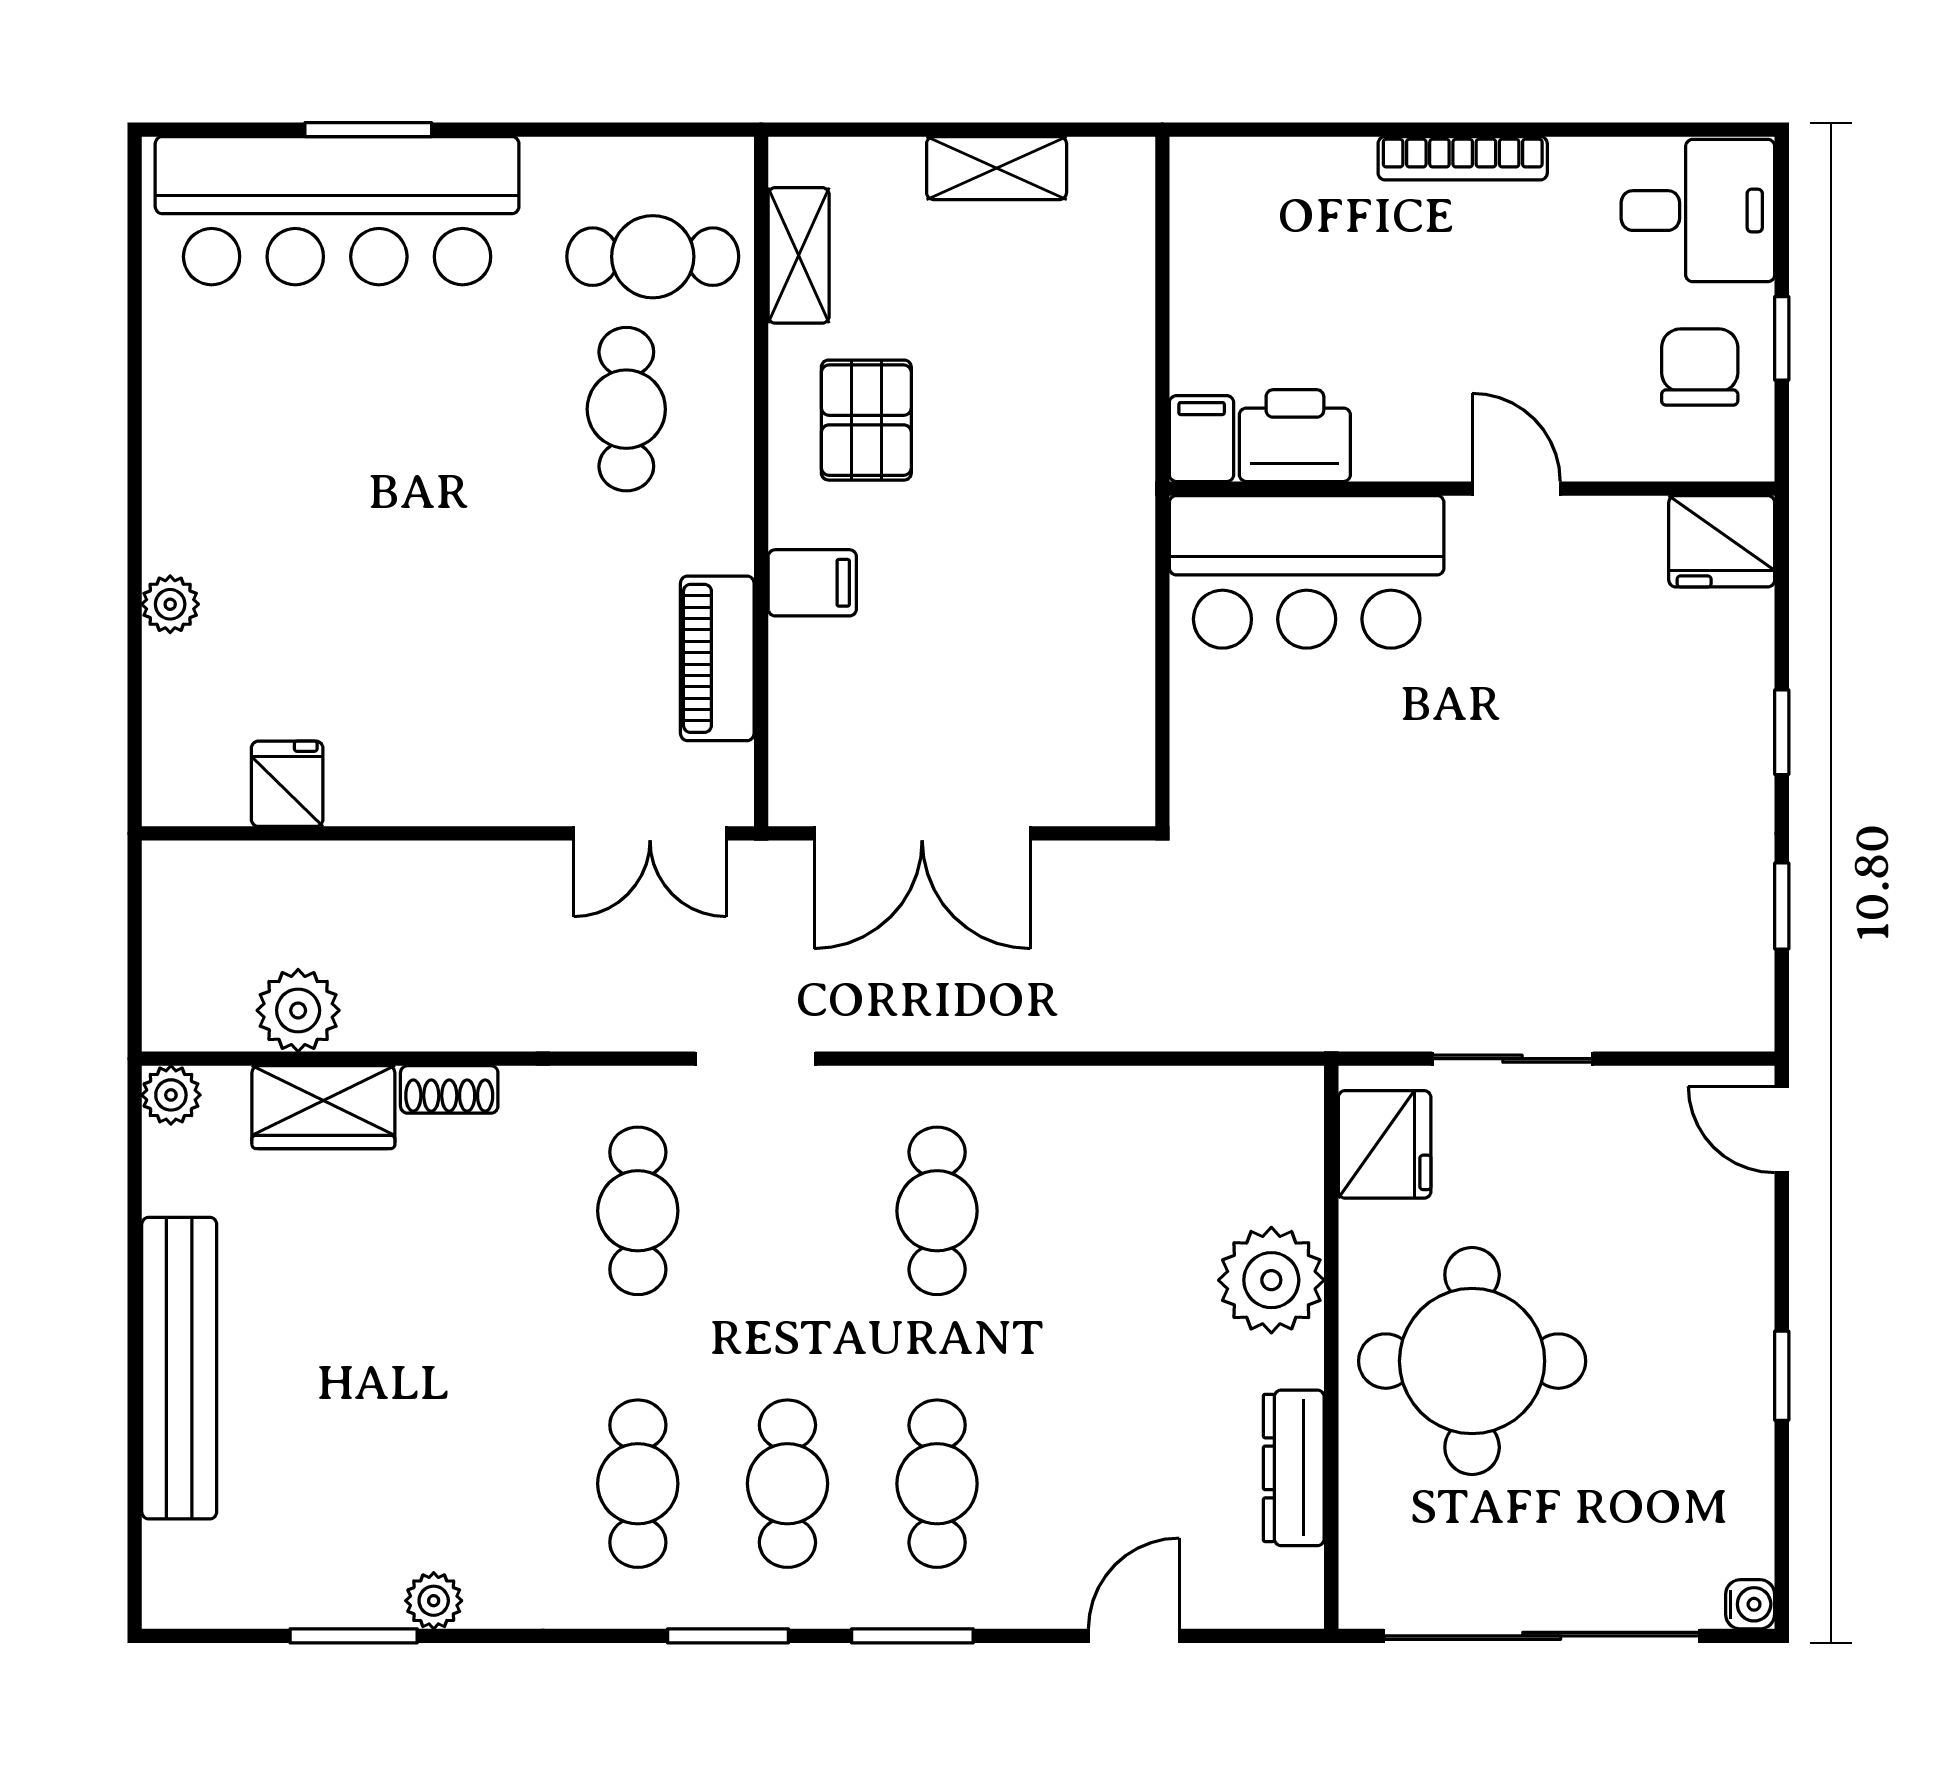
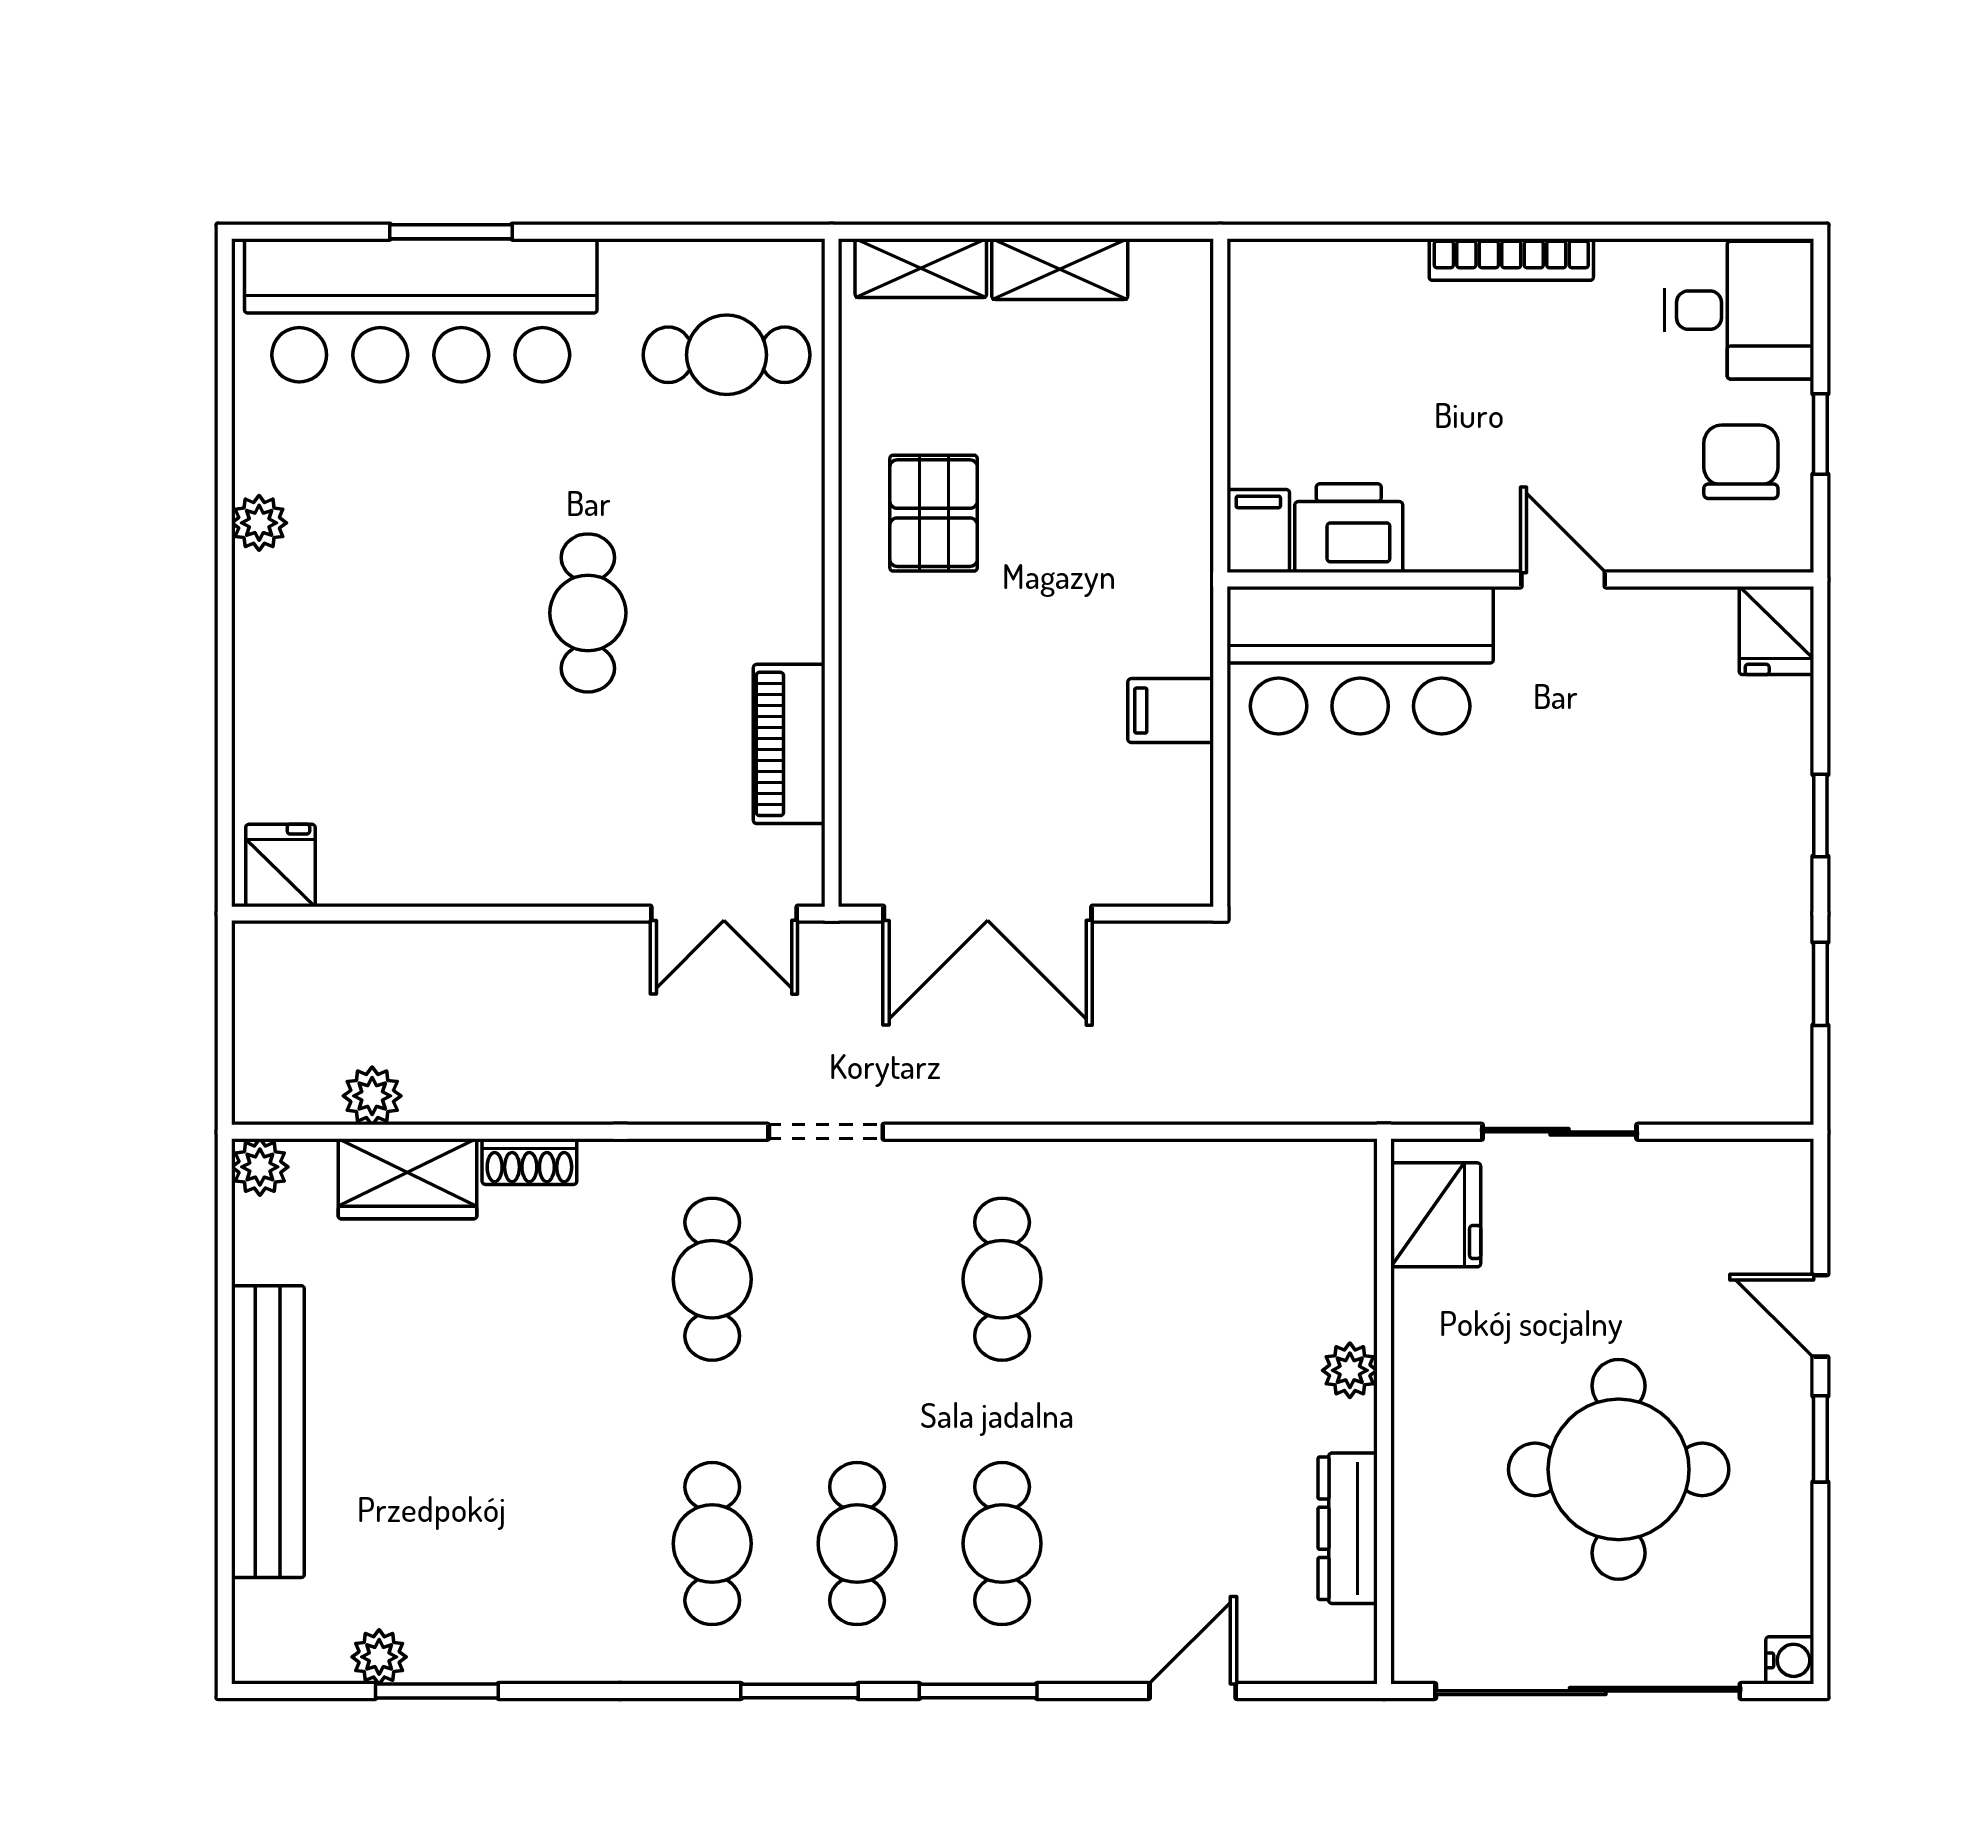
shelving: (799, 255) -> (921, 268), moved, turned 90
cafe table: (626, 409) -> (588, 613), moved
fridge: (1722, 541) -> (1776, 630), width x0.72
filing cabinet: (812, 583) -> (1171, 711), moved, turned 180
plant: (170, 604) -> (259, 523), moved
fridge: (287, 784) -> (280, 865), moved
plant: (298, 1010) -> (372, 1096), width x0.73, depth x0.73
door: (1782, 1130) -> (1820, 1316), moved
plant: (1271, 1280) -> (1350, 1370), width x0.53, depth x0.53
round table: (1472, 1361) -> (1619, 1469), moved
plant: (434, 1601) -> (379, 1657), moved

